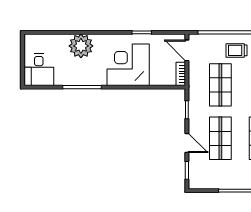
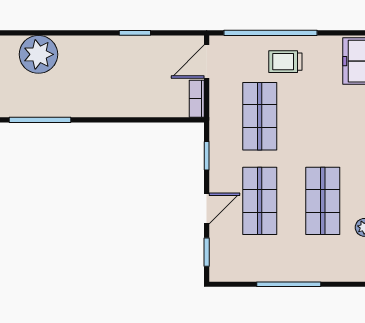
door: (187, 50) -> (207, 61), hinge flipped
corner desk: (128, 65) -> (113, 84), removed
door: (187, 143) -> (207, 209), hinge flipped

